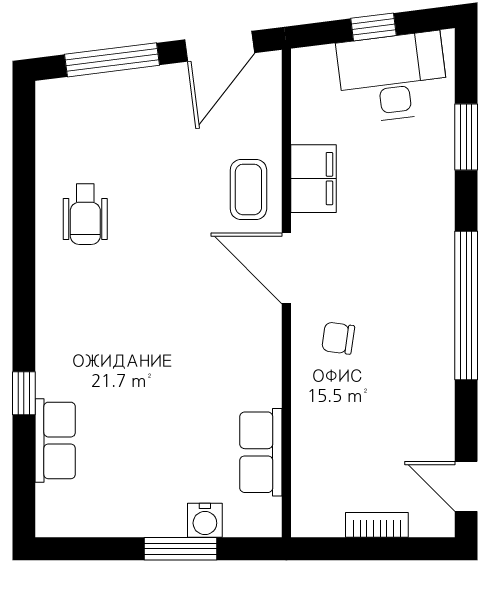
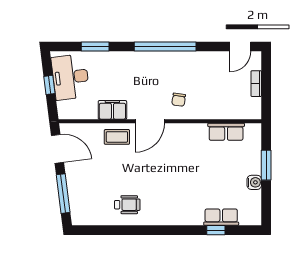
window: (24, 393) -> (216, 230), moved
water cooler: (205, 520) -> (254, 182), moved

